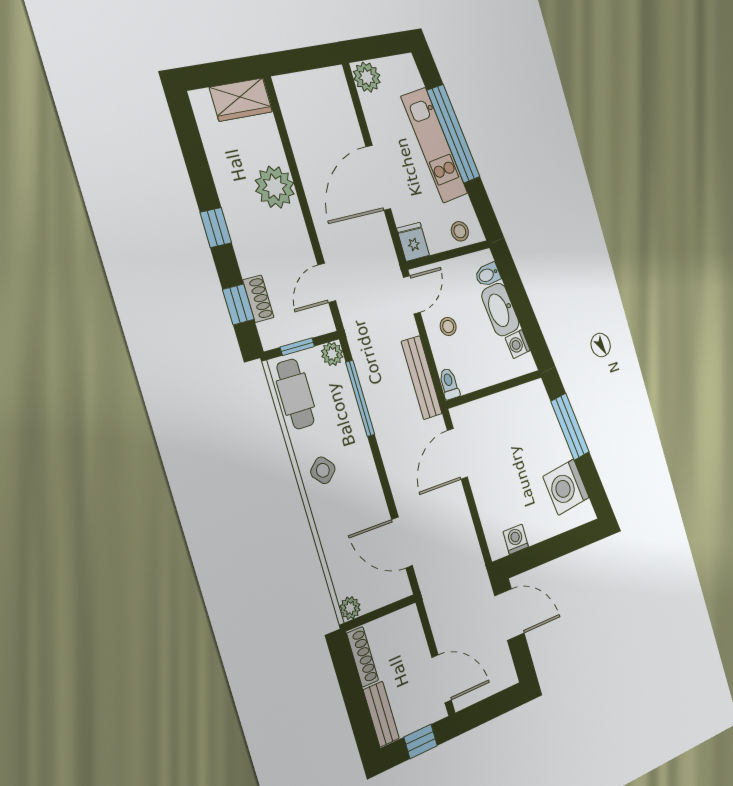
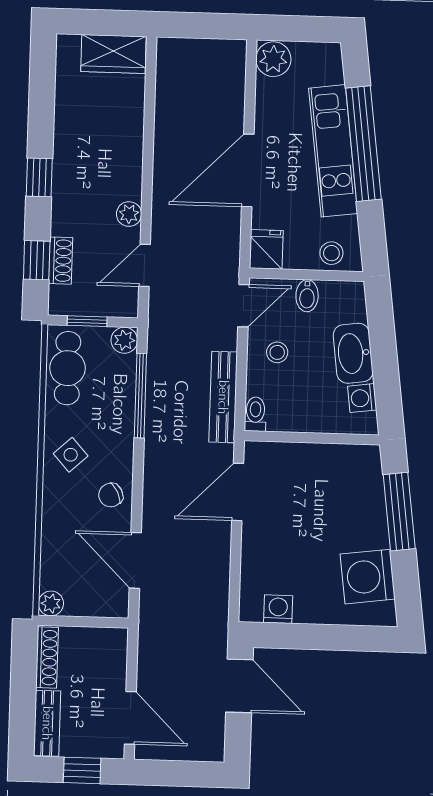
plant: (275, 187) -> (129, 214), moved, width x0.53, depth x0.53
bidet: (488, 275) -> (307, 296), moved, turned -83
chair: (365, 494) -> (111, 495), added

